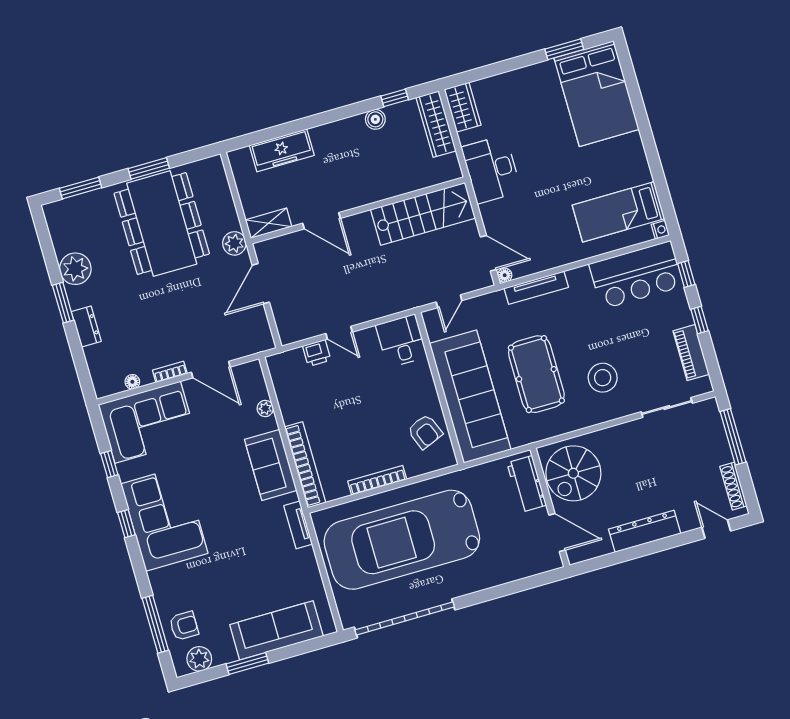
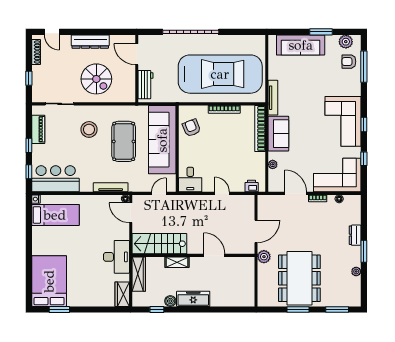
wardrobe: (436, 124) -> (139, 274), moved
freezer: (282, 150) -> (193, 299), moved
shelving: (269, 223) -> (177, 262), moved
plant: (75, 269) -> (356, 271), width x0.53, depth x0.53
printer: (317, 353) -> (252, 186), moved
window: (733, 437) -> (29, 78), width x0.46
spiral stairs: (573, 473) -> (96, 79), moved, turned 90
tv unit: (298, 525) -> (273, 98), width x1.41
garage door: (405, 618) -> (191, 32), moved

